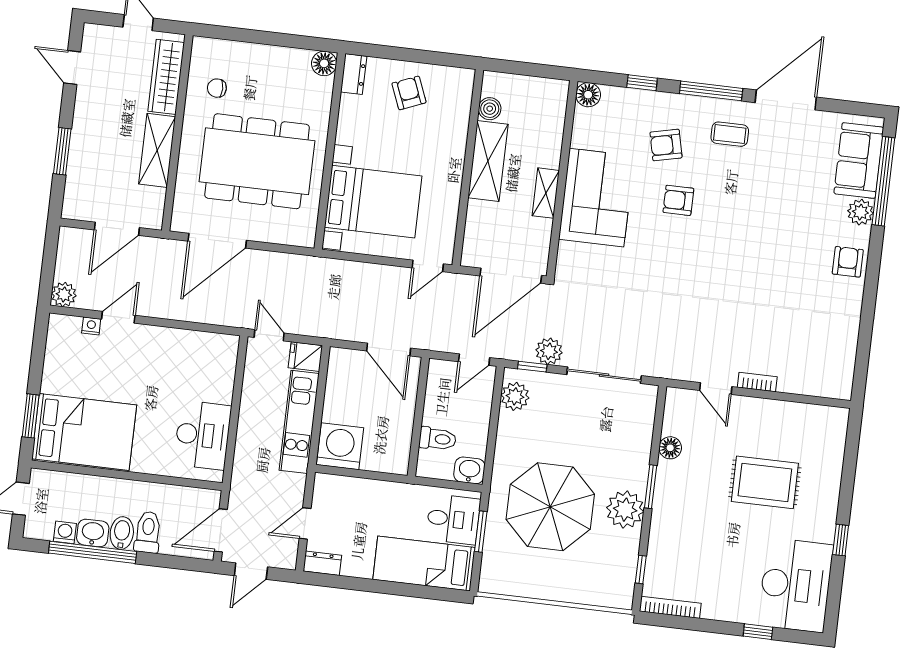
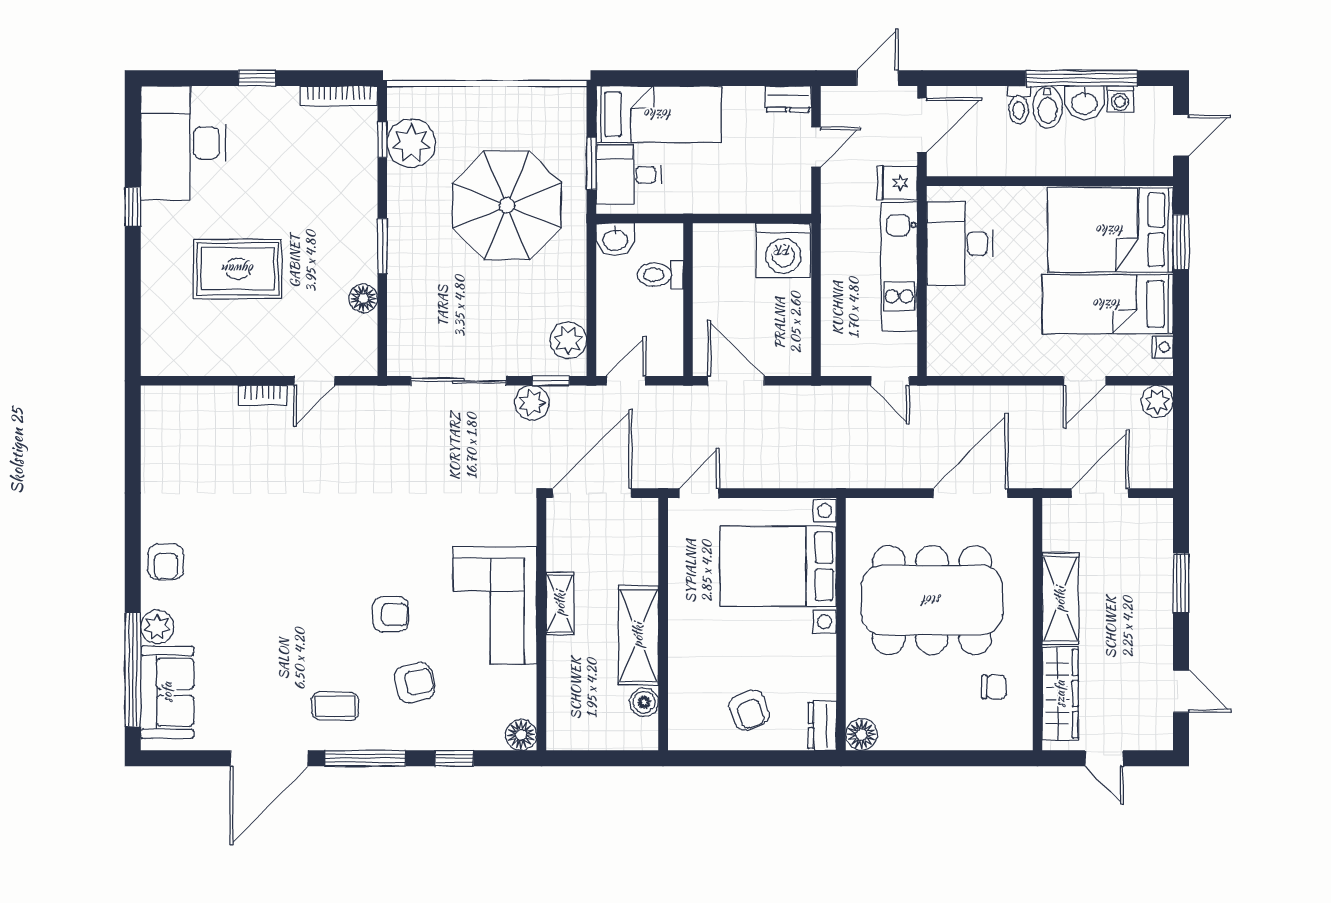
nightstand: (91, 326) -> (1163, 347), moved, turned -90
fridge: (305, 357) -> (897, 183), moved, turned 180
bed: (93, 375) -> (1108, 304), added
door: (716, 389) -> (314, 381), swing flipped
kitchen unit: (299, 422) -> (899, 267), moved, turned 180
plant: (625, 510) -> (411, 143), moved
toilet: (148, 532) -> (1019, 105), width x0.73, depth x0.72
window: (758, 632) -> (257, 78), moved

